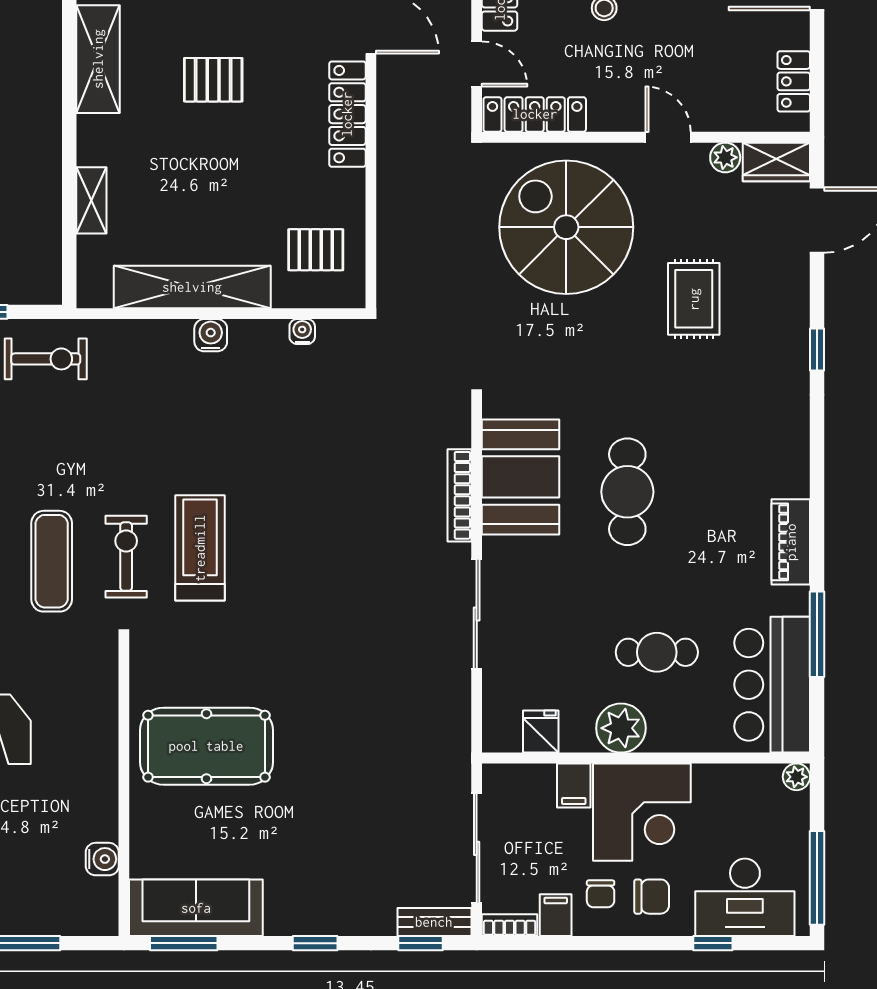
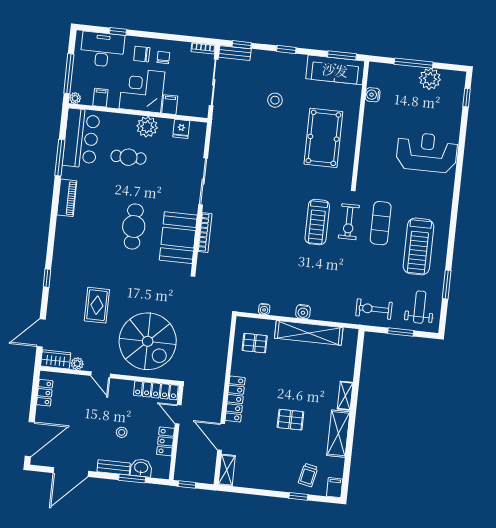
shelving: (91, 200) -> (345, 396), moved
pool table: (206, 746) -> (323, 138), turned 90
stool: (329, 822) -> (275, 100), added
window: (817, 878) -> (69, 74), moved
filing cabinet: (556, 915) -> (100, 98), moved, turned 180

